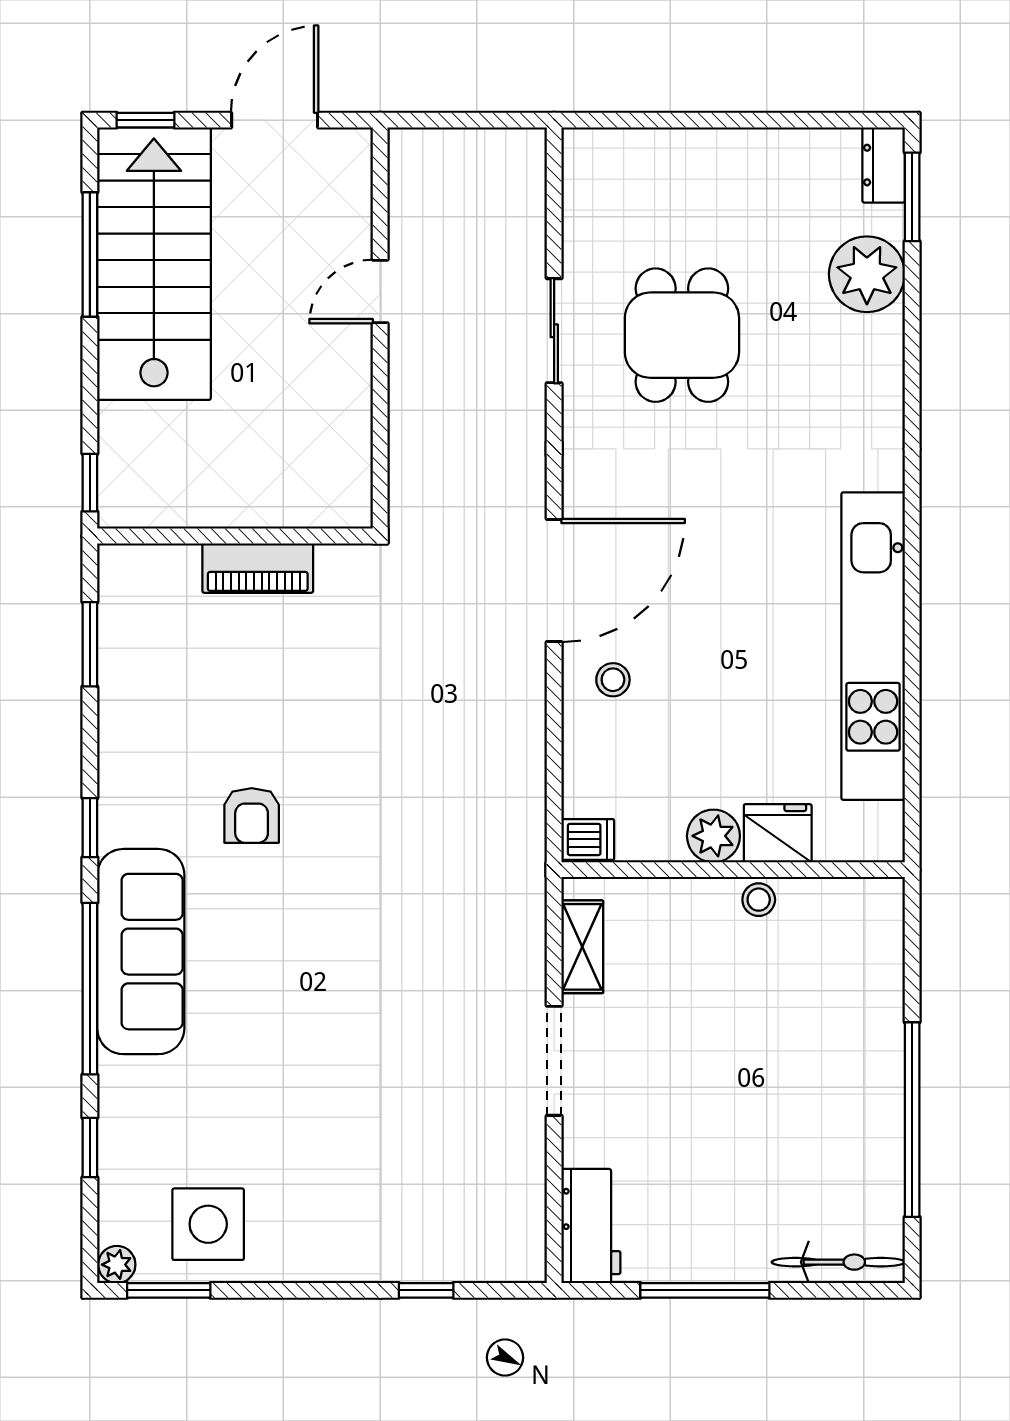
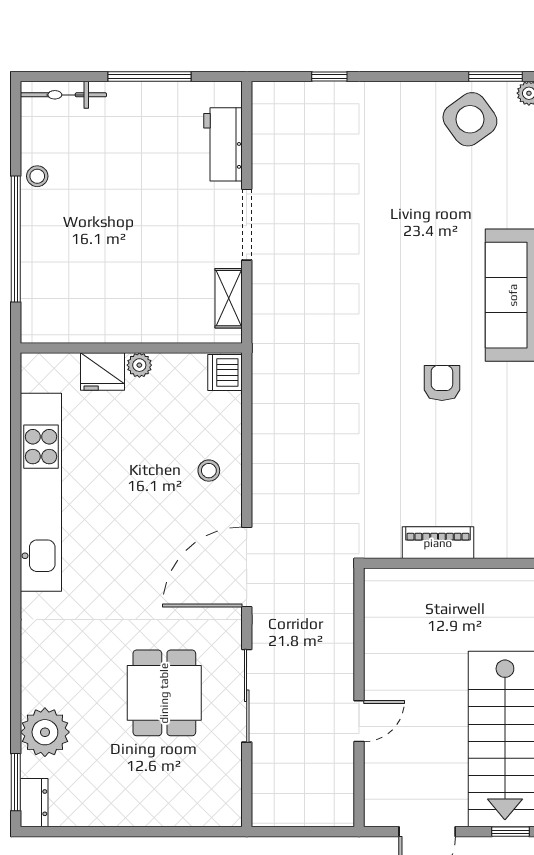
sliding door: (554, 331) -> (247, 696), width x1.37
door: (554, 581) -> (247, 567), moved
plant: (713, 836) -> (139, 365), width x0.73, depth x0.73
dishwasher: (588, 839) -> (225, 372), width x1.38
stool: (759, 900) -> (37, 176), moved
window: (912, 1120) -> (16, 239), moved
side table: (208, 1224) -> (470, 119), turned -36
workbench: (591, 1226) -> (223, 144), moved

